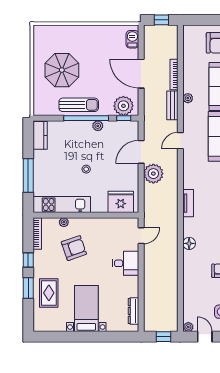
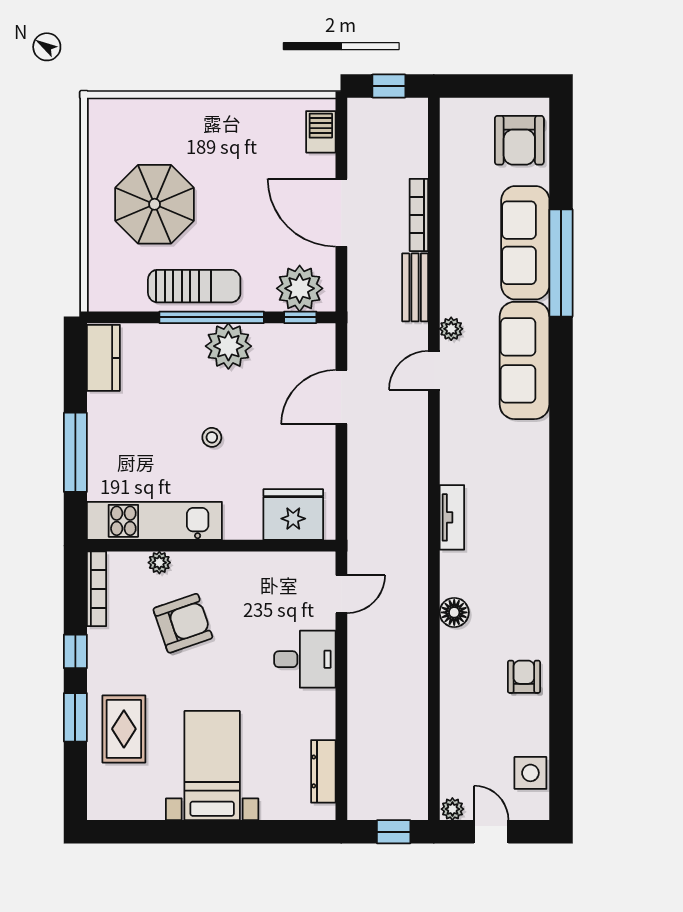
plant: (188, 98) -> (451, 329), moved
plant: (98, 126) -> (228, 346), width x1.87, depth x1.87
plant: (153, 174) -> (370, 448), removed

